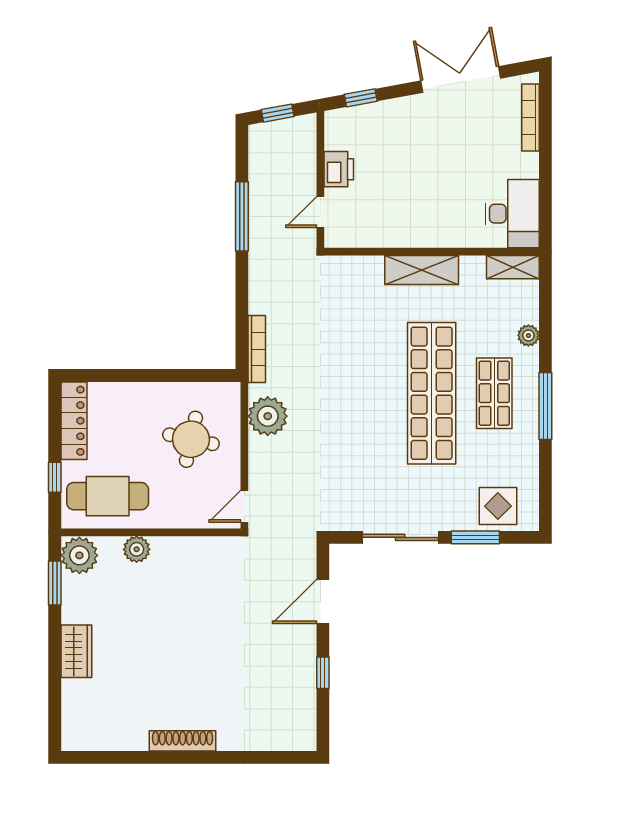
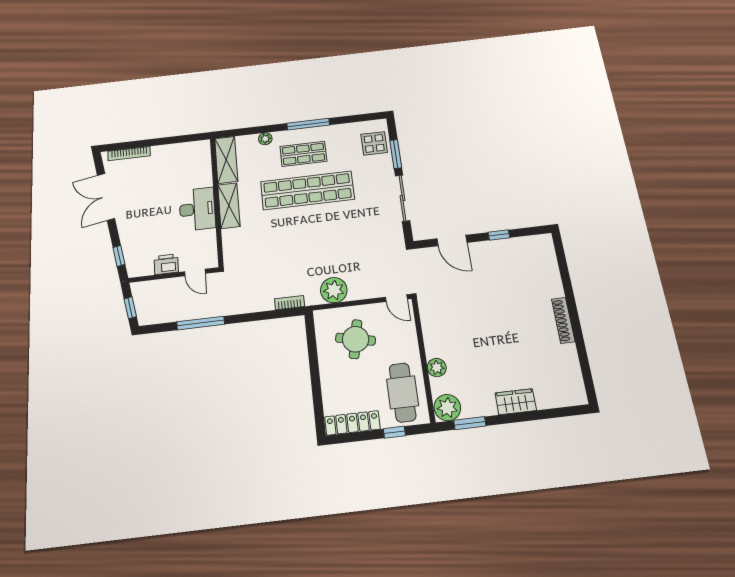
desk: (512, 214) -> (197, 209), moved, turned 90
shelving: (513, 267) -> (226, 160), width x1.50, depth x1.33
bookcase: (257, 349) -> (290, 303), width x0.64

